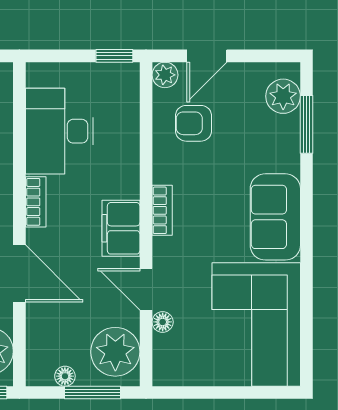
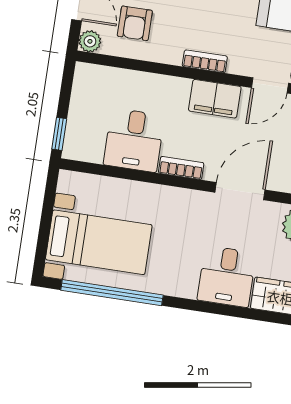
window: (114, 56) -> (59, 134), moved
desk: (59, 131) -> (134, 140), width x0.73

